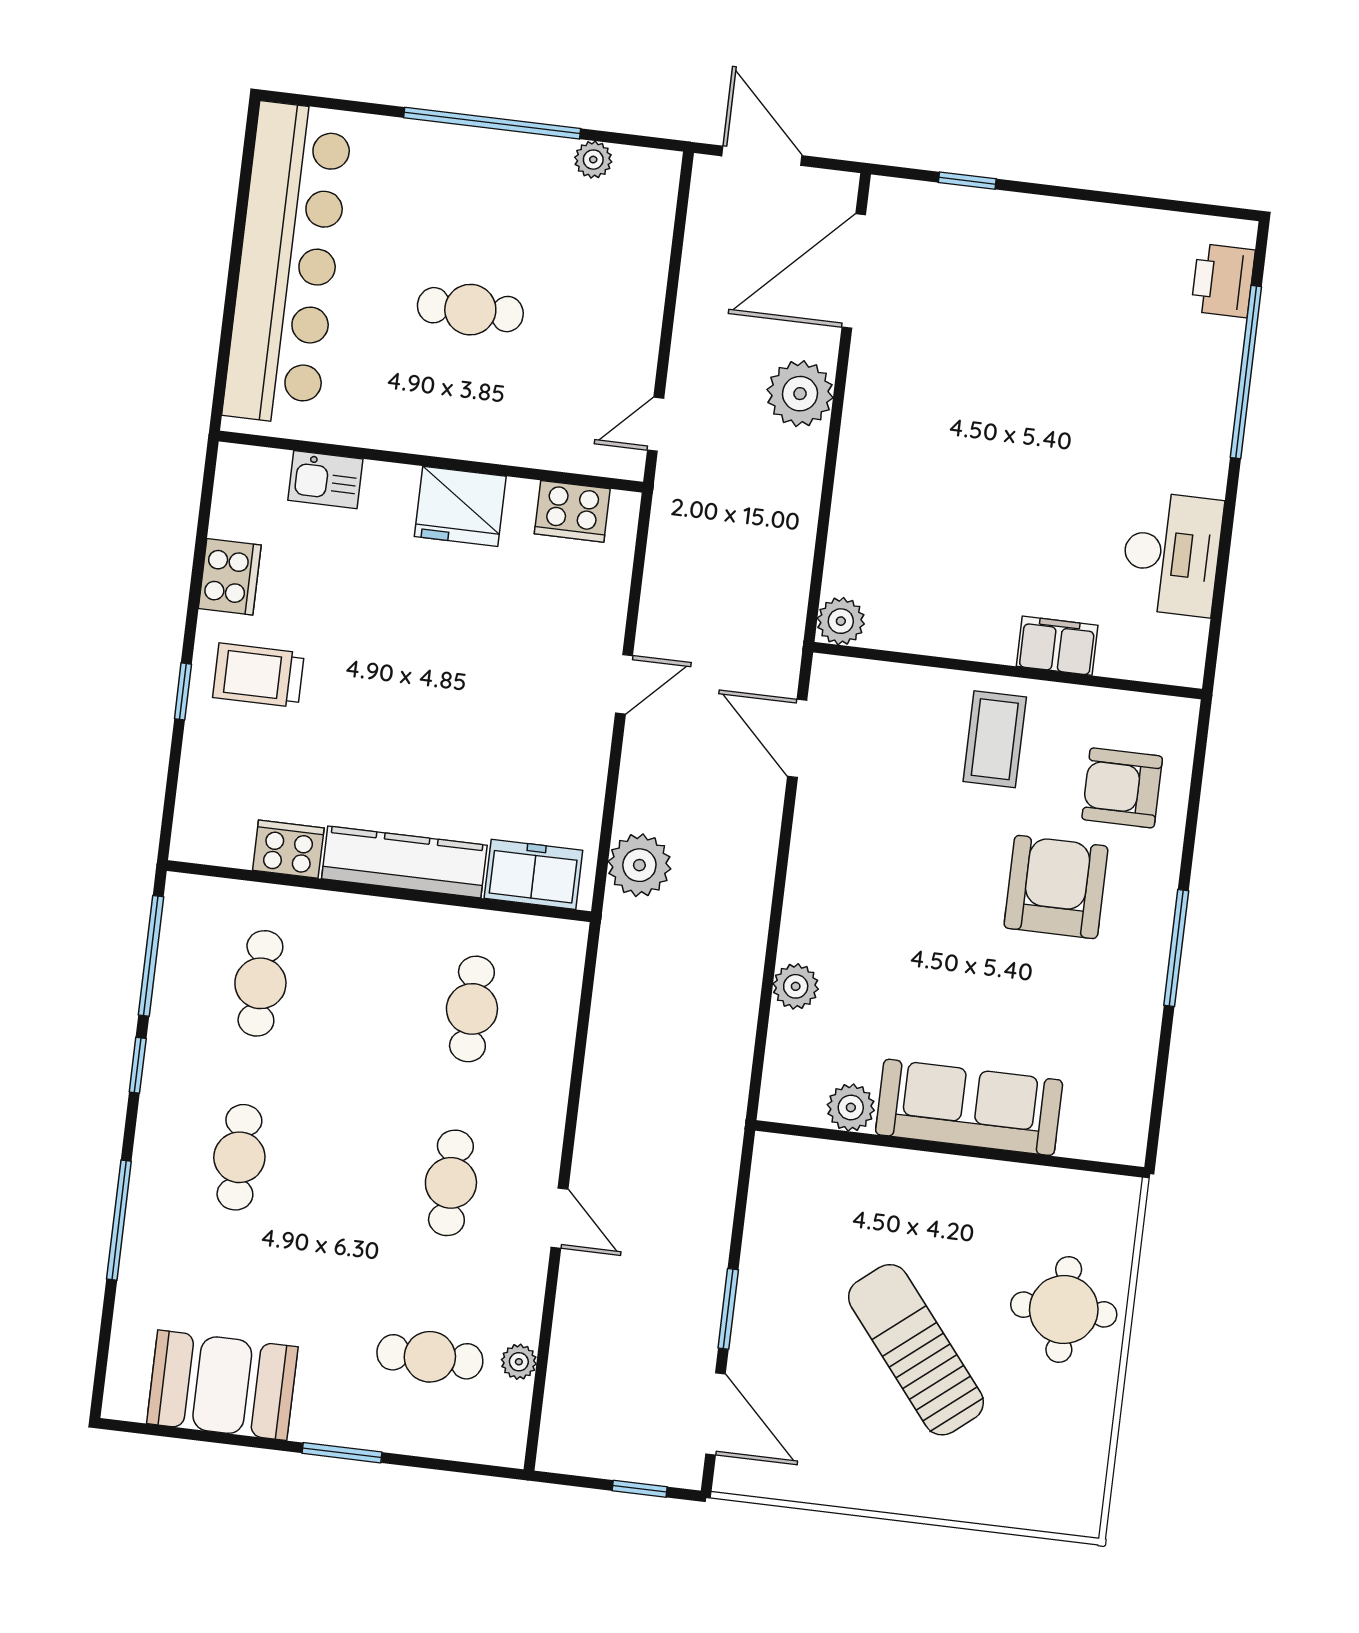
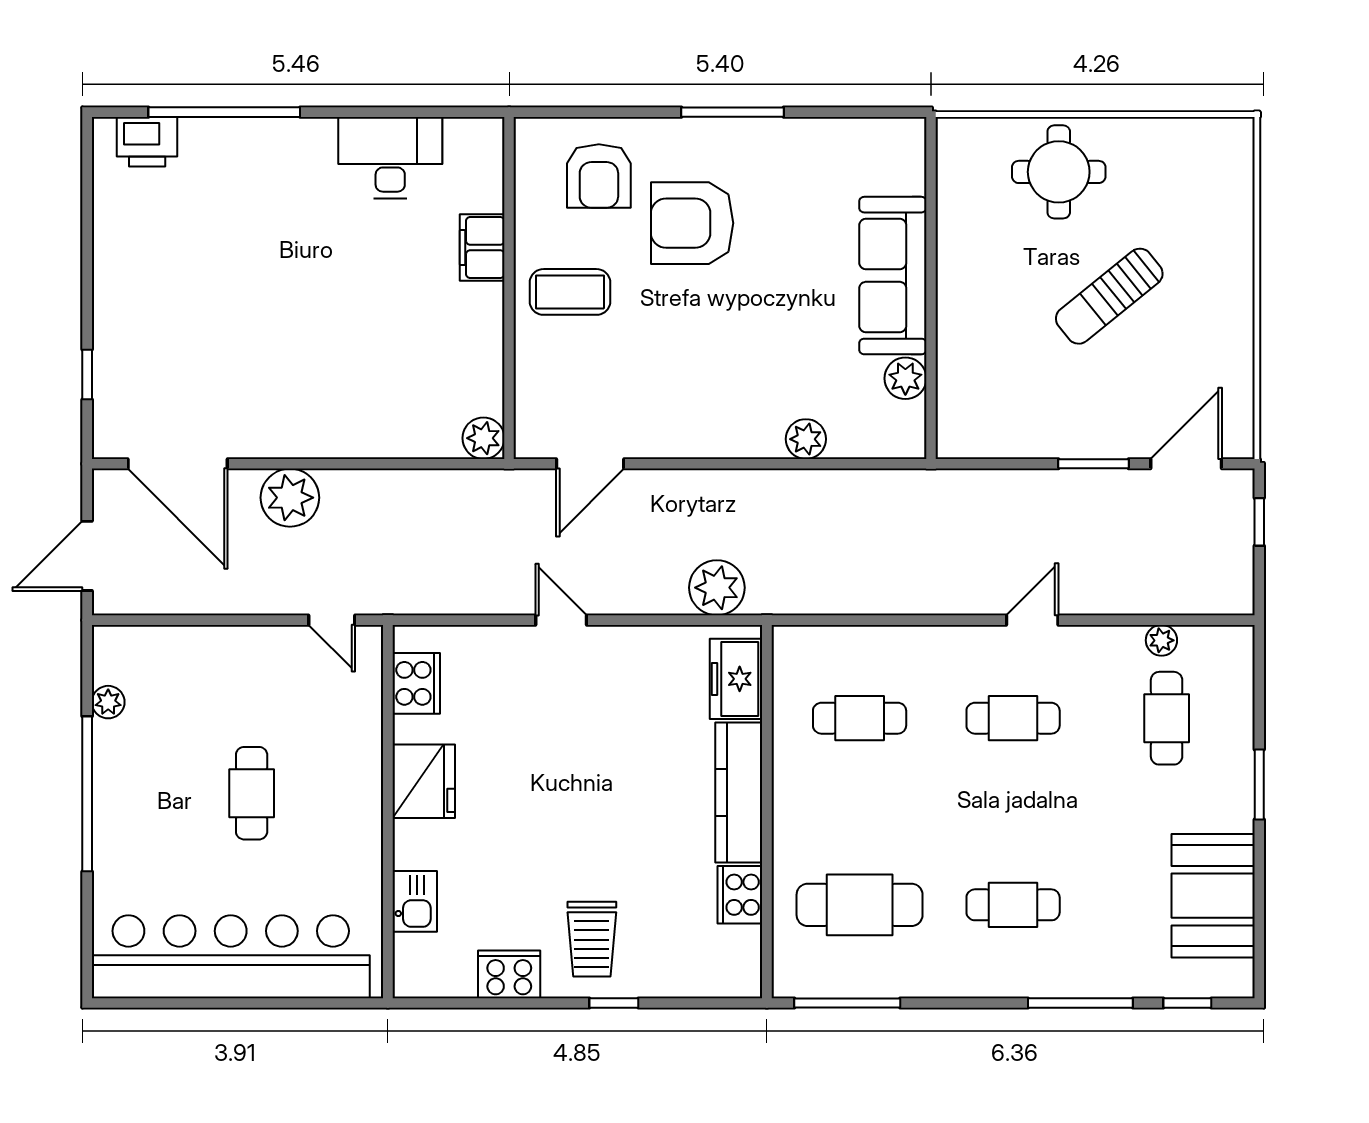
cafe table: (260, 983) -> (860, 905), width x1.37, depth x1.35
window: (138, 1065) -> (1187, 1003), moved
sun lounger: (916, 1350) -> (1109, 296), width x0.73, depth x0.75

